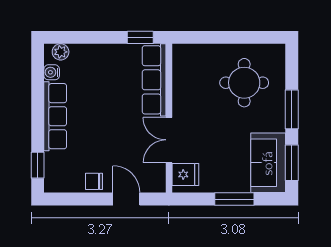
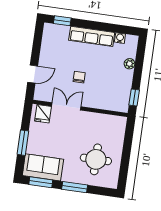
plant: (61, 52) -> (130, 64), moved
row of seats: (154, 80) -> (106, 102), removed
chair: (94, 181) -> (79, 77), moved

